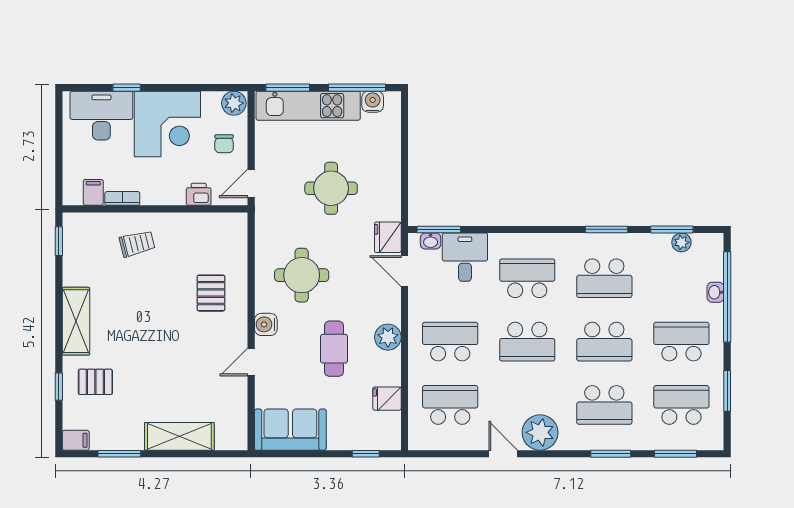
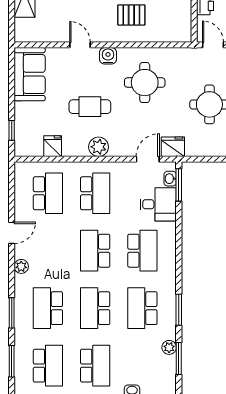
plant: (681, 242) -> (169, 347), moved
plant: (540, 432) -> (21, 266), width x0.53, depth x0.53

